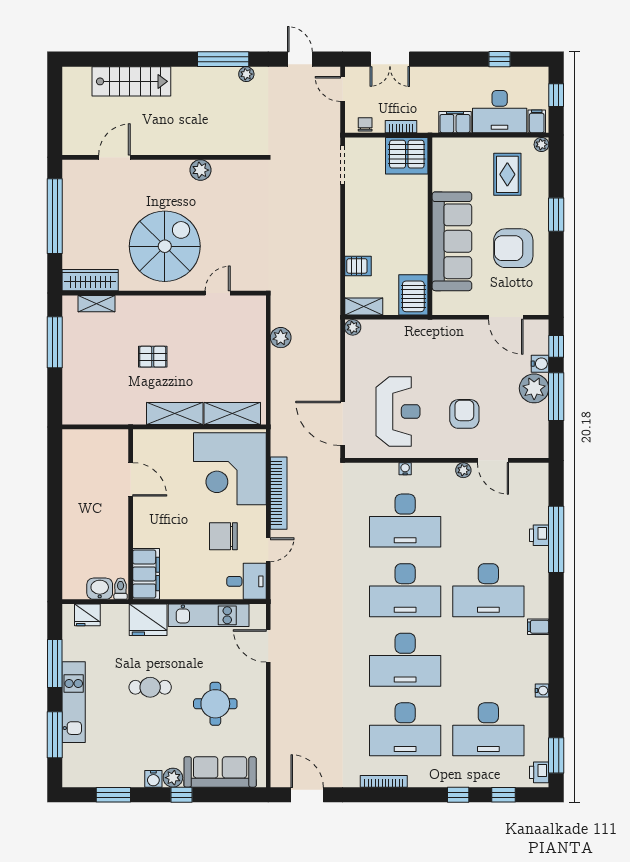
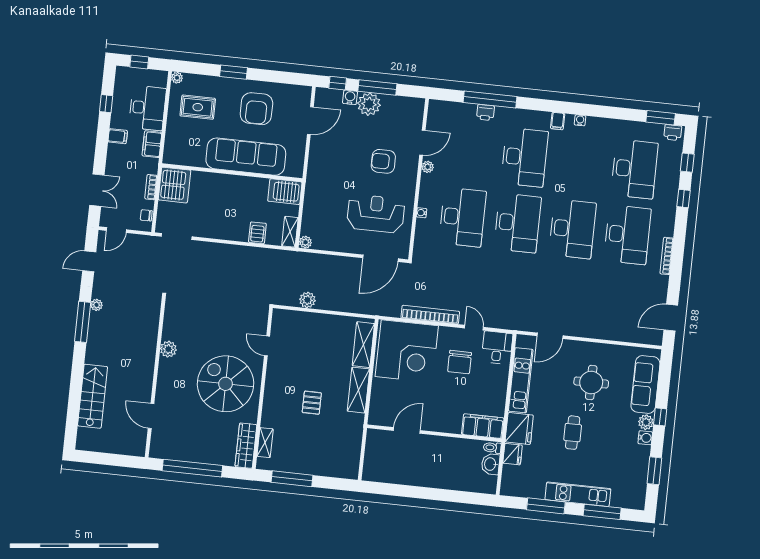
filing cabinet: (537, 121) -> (118, 136), moved, turned 180
fridge: (87, 615) -> (513, 454), moved
water cooler: (542, 691) -> (580, 120), moved

